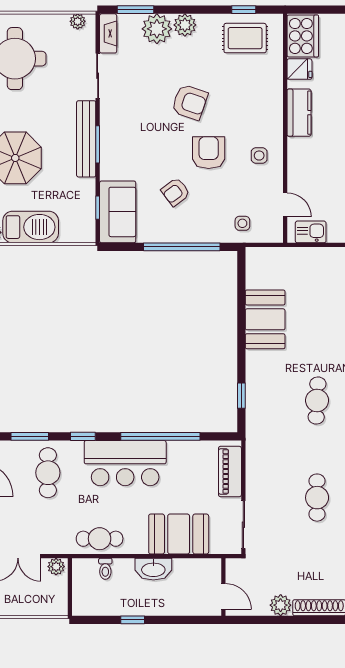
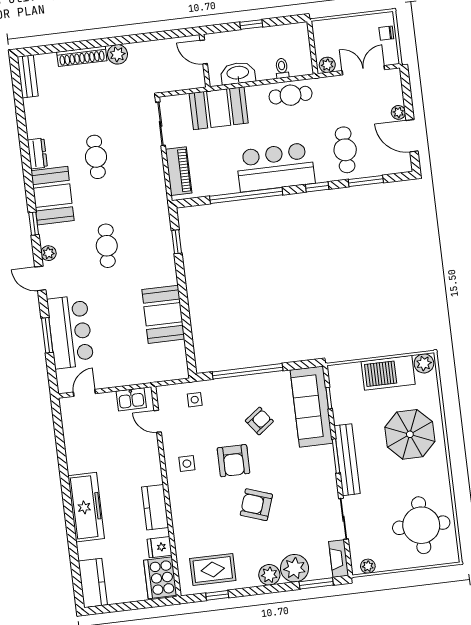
sofa: (118, 212) -> (311, 407), width x1.36
wall: (223, 587) -> (205, 61), moved
door: (223, 596) -> (204, 52), moved

